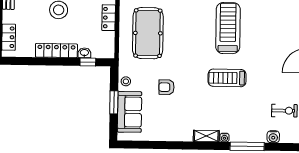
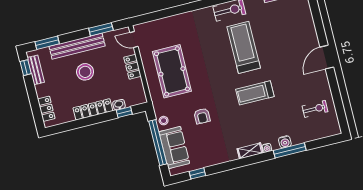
armchair: (166, 87) -> (202, 116), turned -90
window: (114, 102) -> (158, 143), width x2.11
water cooler: (273, 137) -> (285, 142), moved
window: (146, 145) -> (197, 173), added

